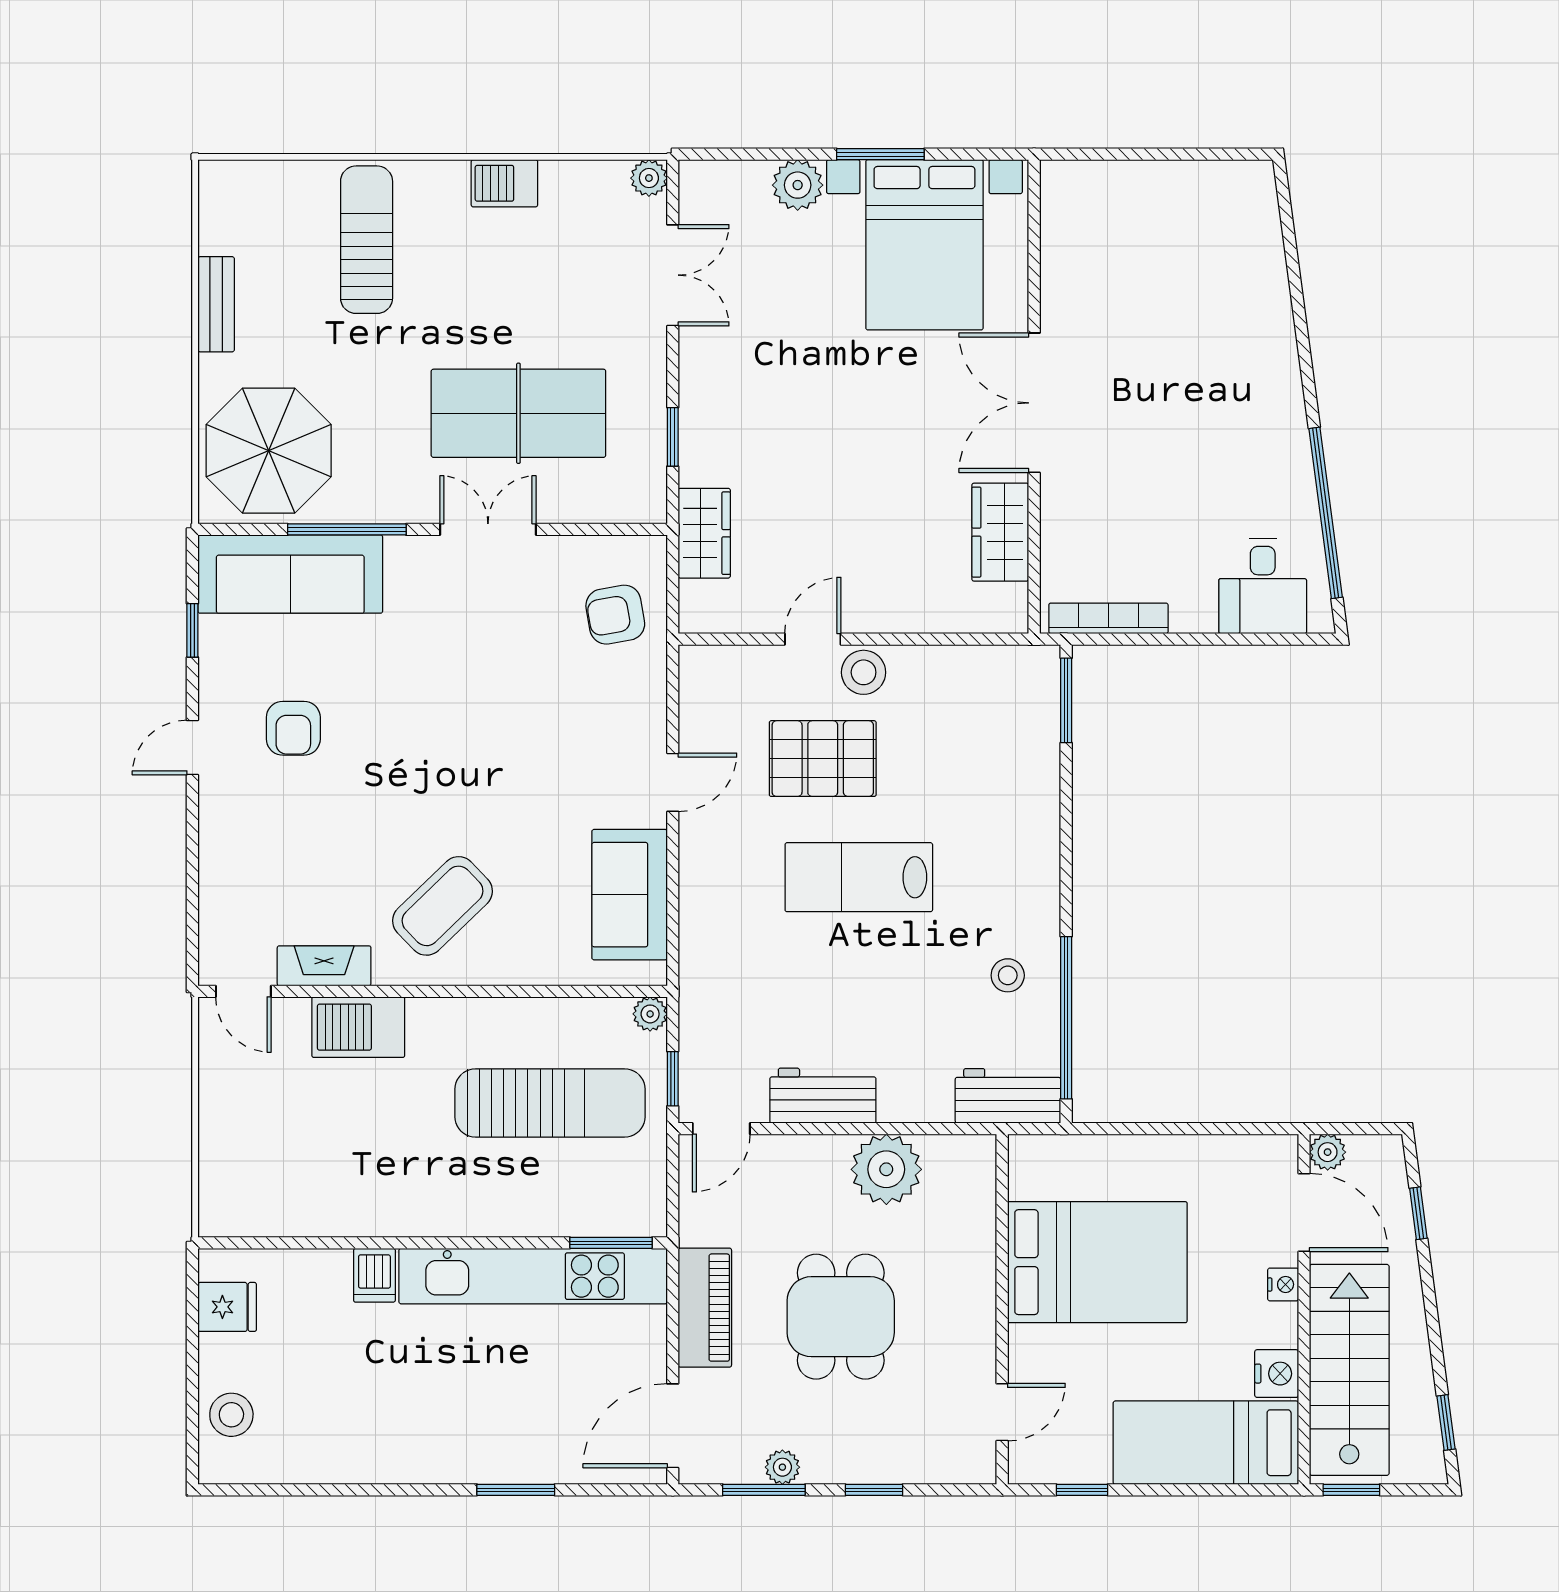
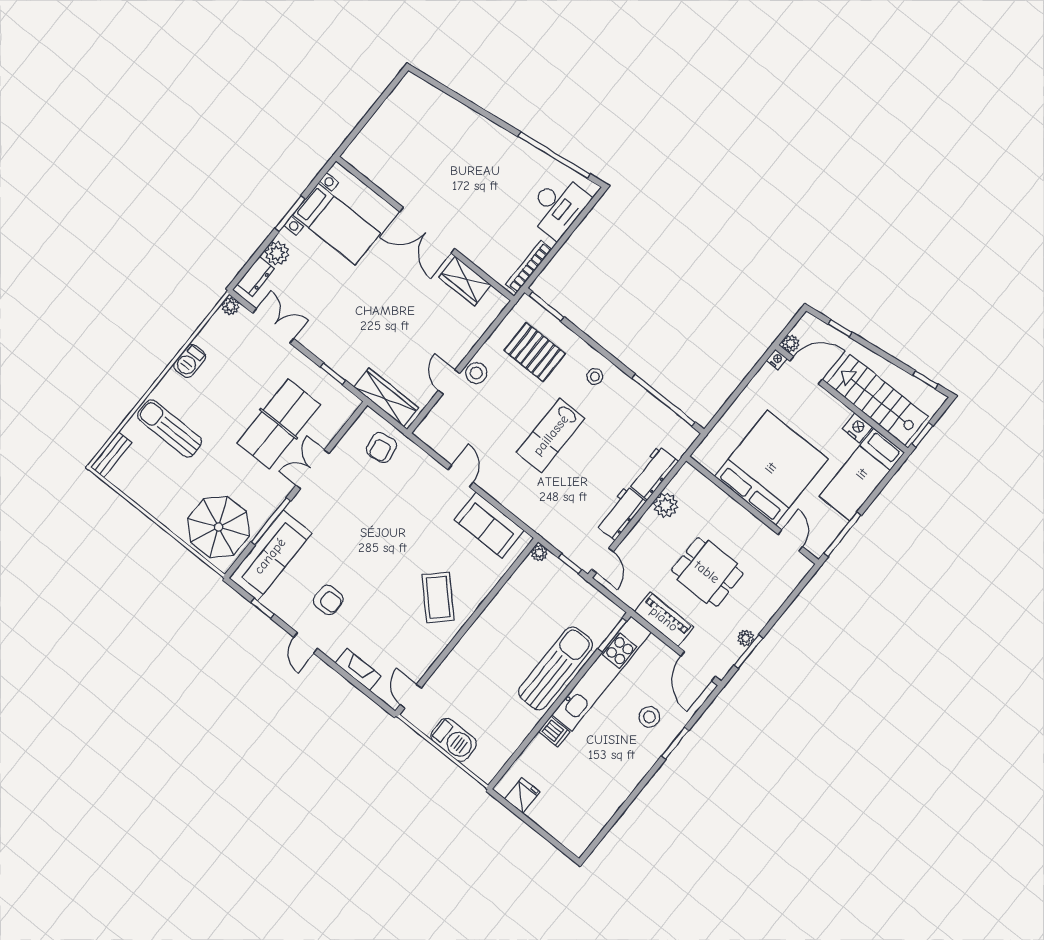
dresser: (731, 181) -> (256, 276), added
bed with nightstands: (924, 245) -> (337, 224), width x0.73
bench: (216, 304) -> (111, 455), moved, turned 90
wardrobe: (704, 533) -> (386, 397), width x1.50
desk: (1263, 586) -> (558, 206), width x1.37
pallet: (823, 759) -> (535, 352), moved, turned 90
fireplace: (324, 966) -> (358, 669), moved, turned 90
stool: (1008, 975) -> (595, 377), moved
door: (243, 991) -> (411, 696), swing flipped
barbecue: (358, 1027) -> (454, 740), moved, turned -90
workbench: (1008, 1096) -> (653, 473), moved
sun lounger: (550, 1103) -> (556, 668), moved
plant: (886, 1169) -> (666, 505), width x0.73, depth x0.73
bed: (1097, 1262) -> (771, 468), width x1.36
nightstand: (1283, 1284) -> (777, 359), moved
stool: (231, 1415) -> (649, 717), moved
window: (874, 1490) -> (781, 611), removed
window: (1082, 1490) -> (843, 534), width x2.17

